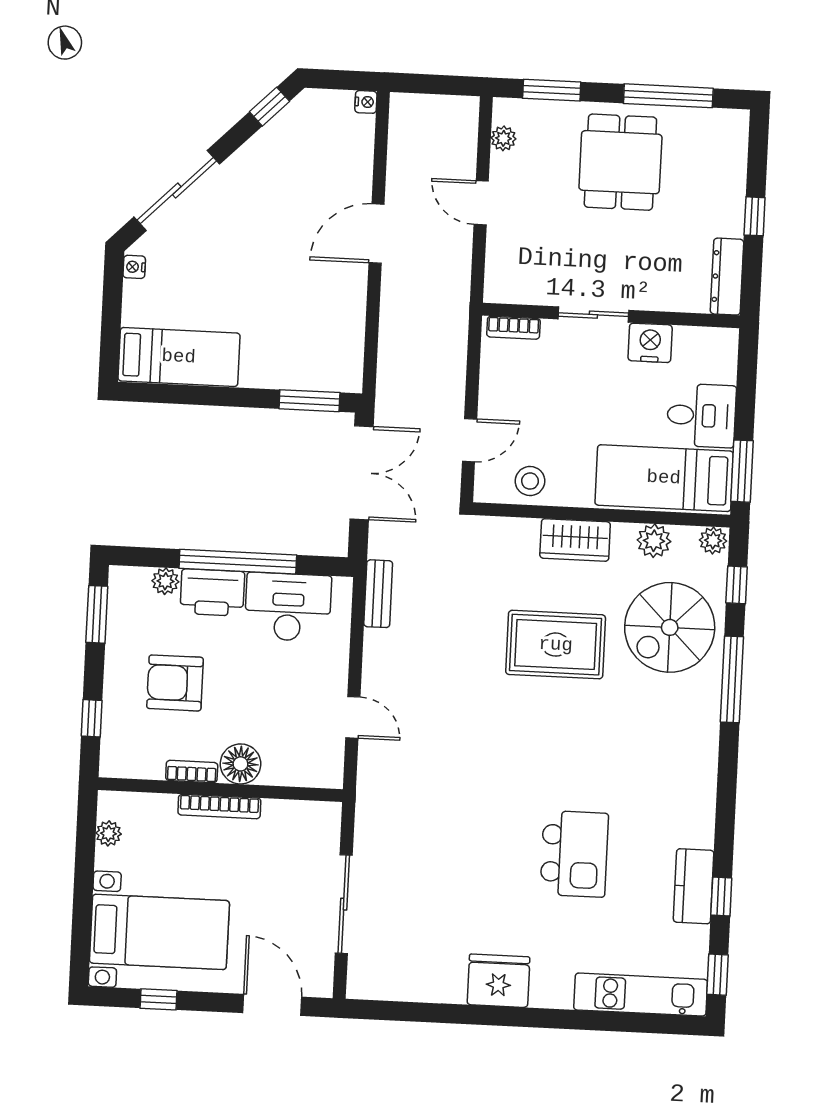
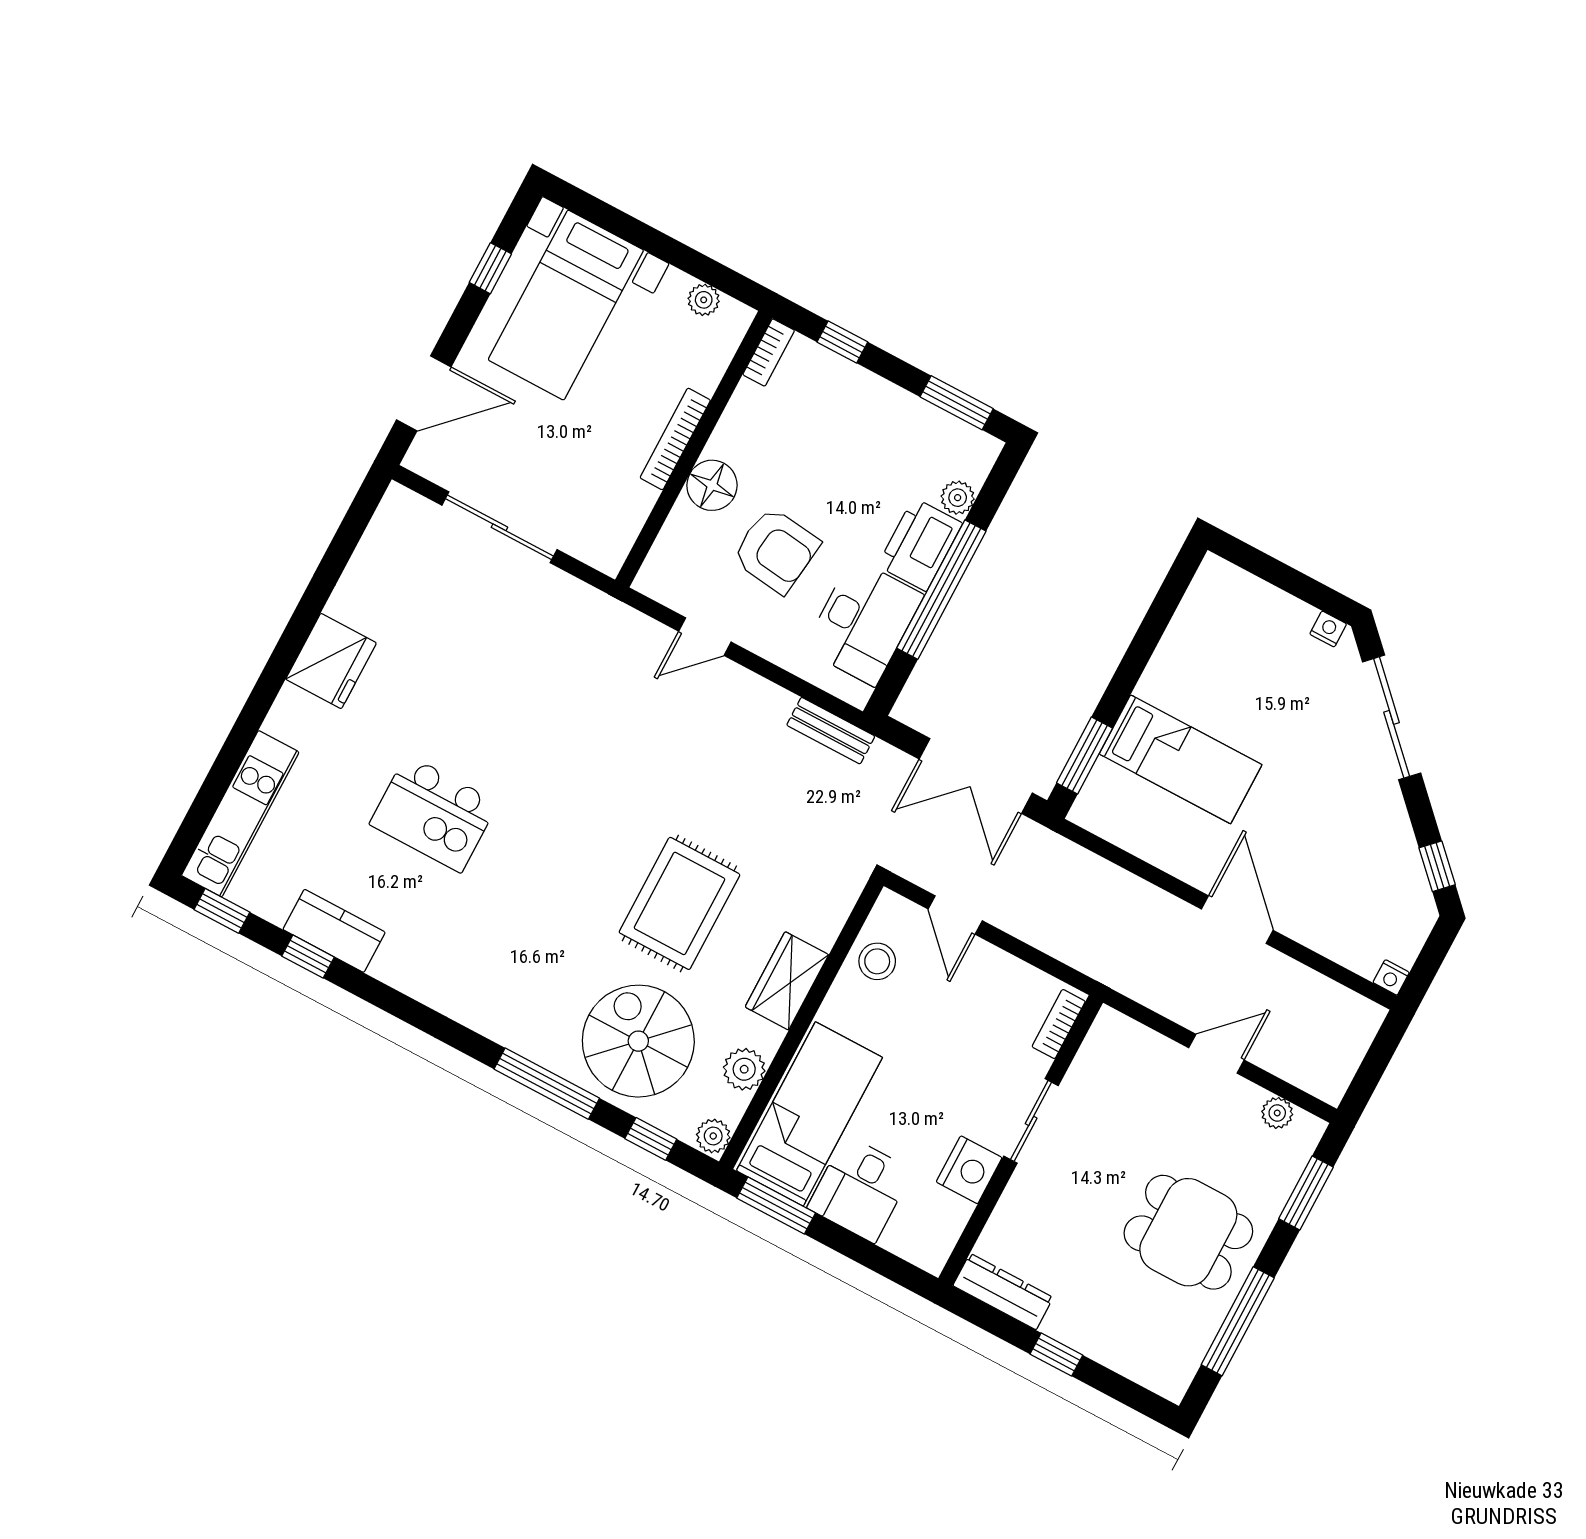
bed: (179, 357) -> (1181, 759), moved, turned -90
armchair: (175, 683) -> (776, 550), moved, turned 97
bookcase: (192, 771) -> (769, 353), moved

